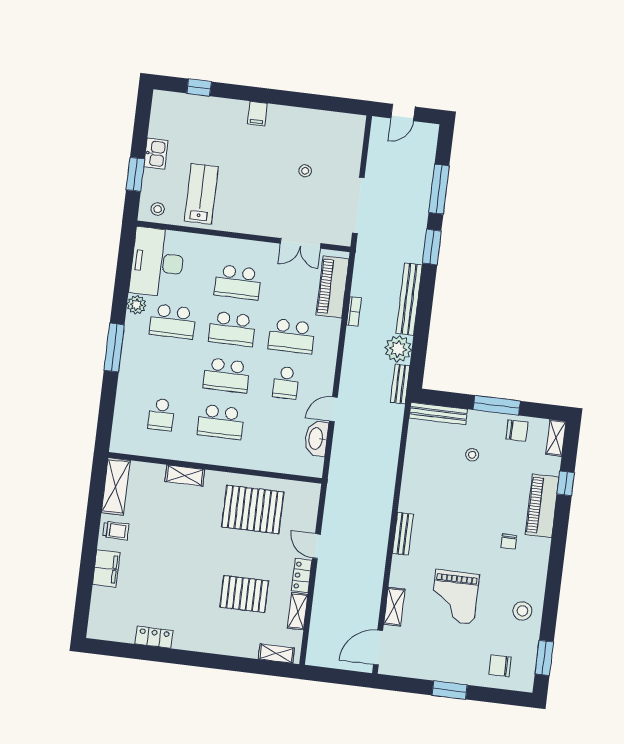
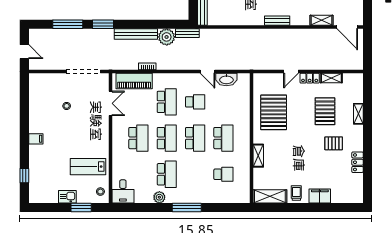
desk: (157, 262) -> (123, 191), width x0.53, depth x0.77
pallet: (190, 602) -> (334, 143), added
shelving: (276, 654) -> (358, 114), moved

